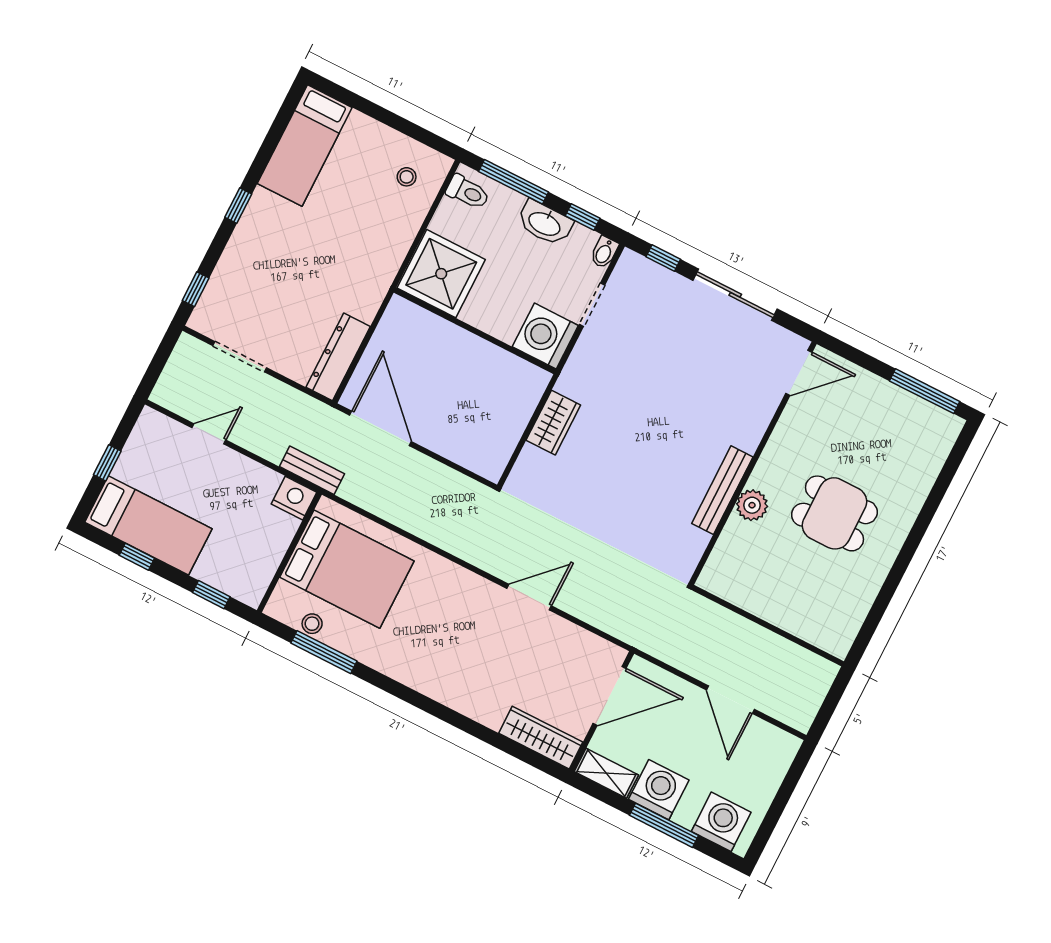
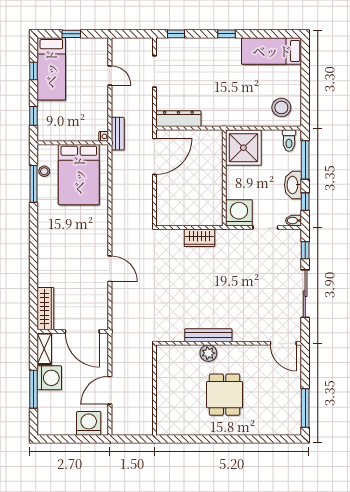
stool: (407, 177) -> (281, 107), width x1.89, depth x1.89
nightstand: (294, 498) -> (104, 136), width x0.53, depth x0.56
washing machine: (721, 822) -> (89, 423), moved, turned -90

